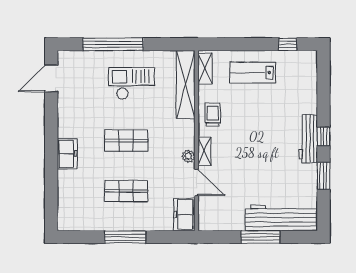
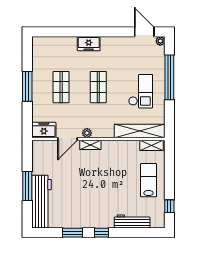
plant: (64, 57) -> (160, 41), added
trolley: (213, 115) -> (117, 151), removed
workbench: (308, 139) -> (132, 221), moved

